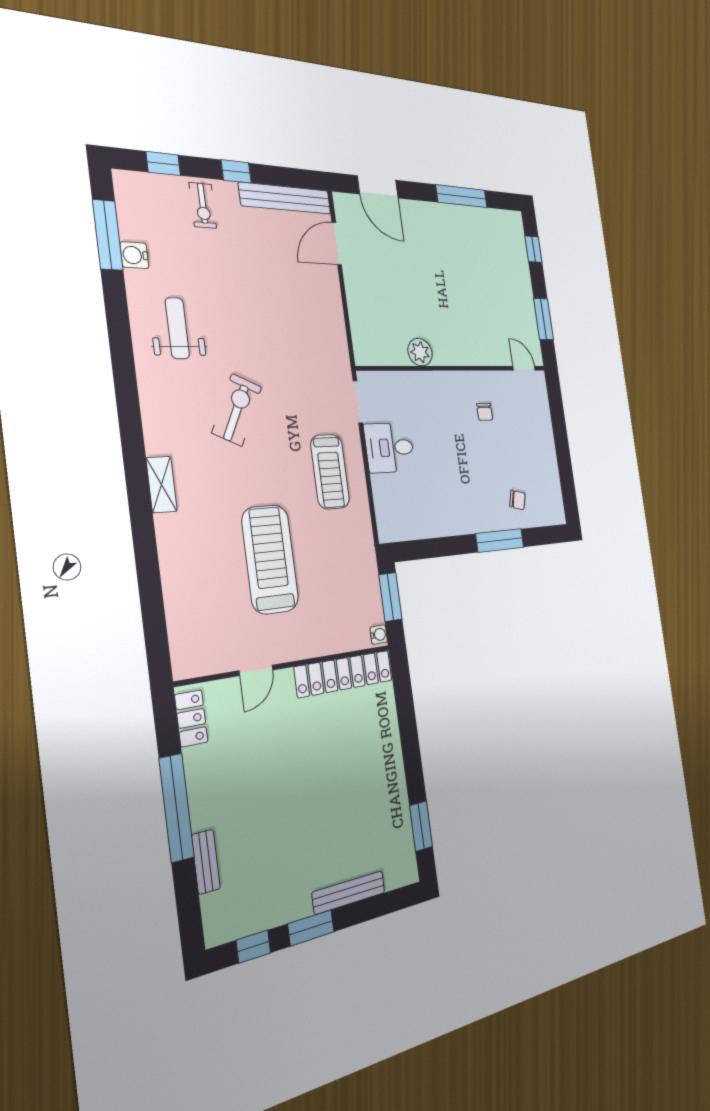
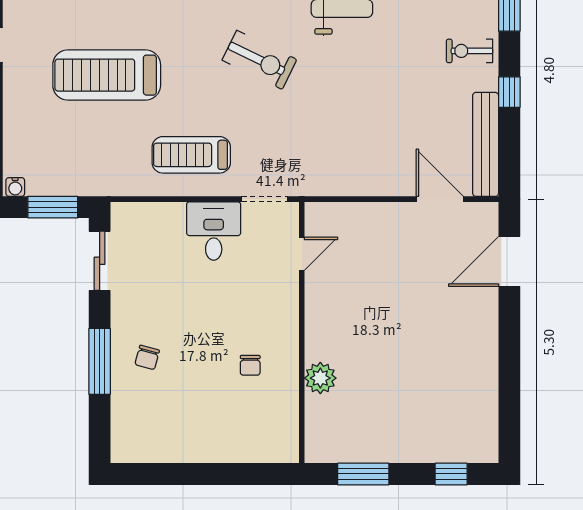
window: (462, 196) -> (509, 376), removed
plant: (420, 352) -> (320, 378), moved
door: (524, 368) -> (302, 254), moved
chair: (485, 412) -> (250, 365), turned -90
chair: (517, 500) -> (147, 357), moved
sliding door: (427, 549) -> (100, 261), added
treadmill: (270, 559) -> (107, 75), turned 180

